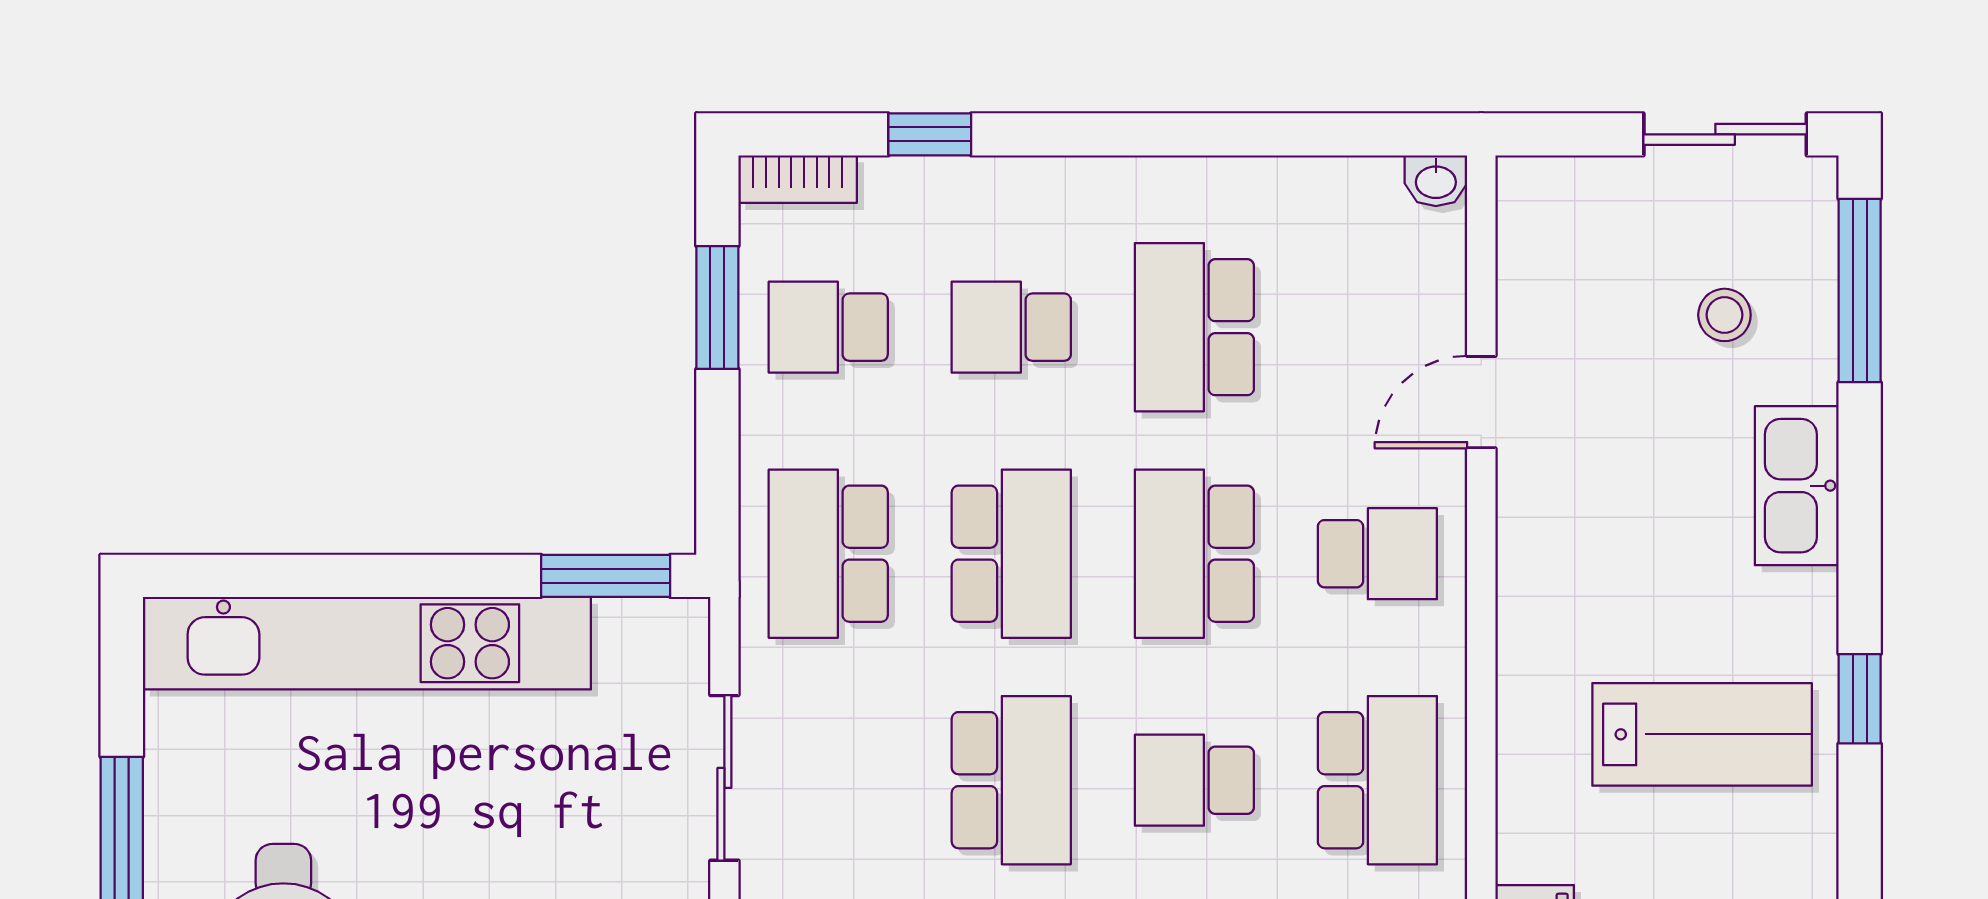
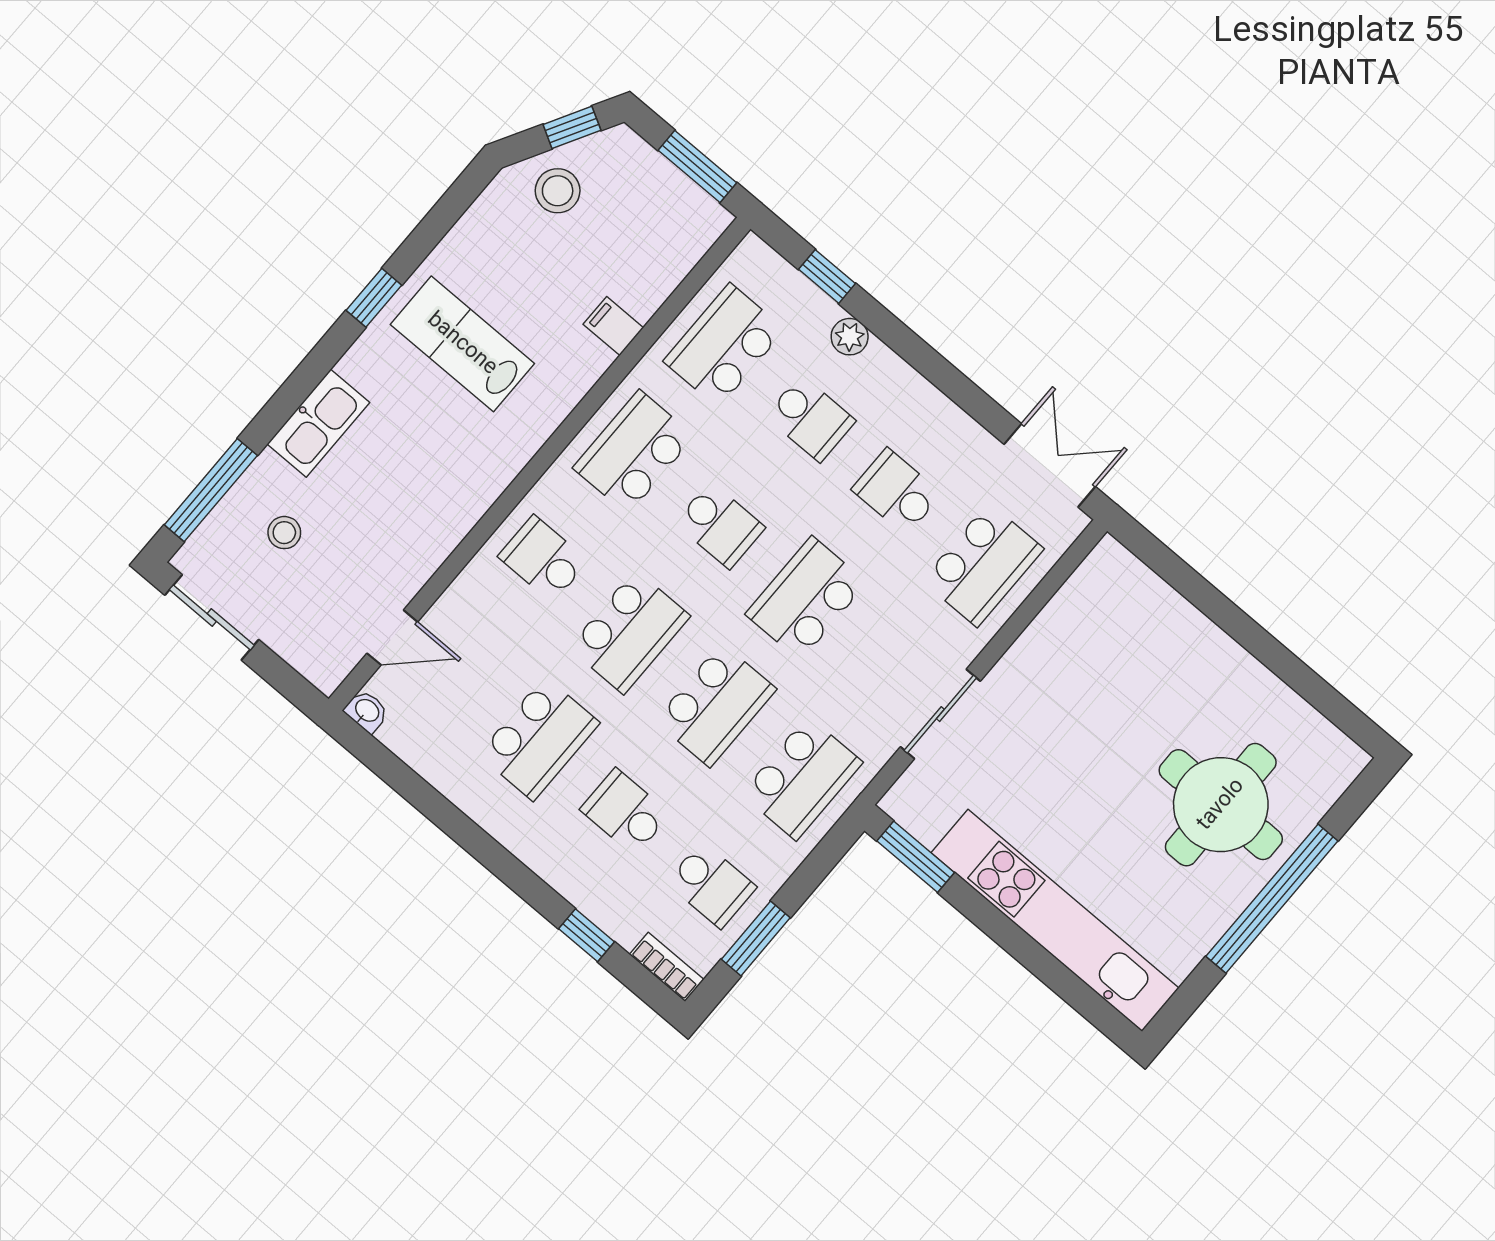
school desk: (1011, 327) -> (625, 812), turned 180
door: (1481, 402) -> (392, 638), moved
school desk: (1011, 554) -> (716, 705), turned 180

